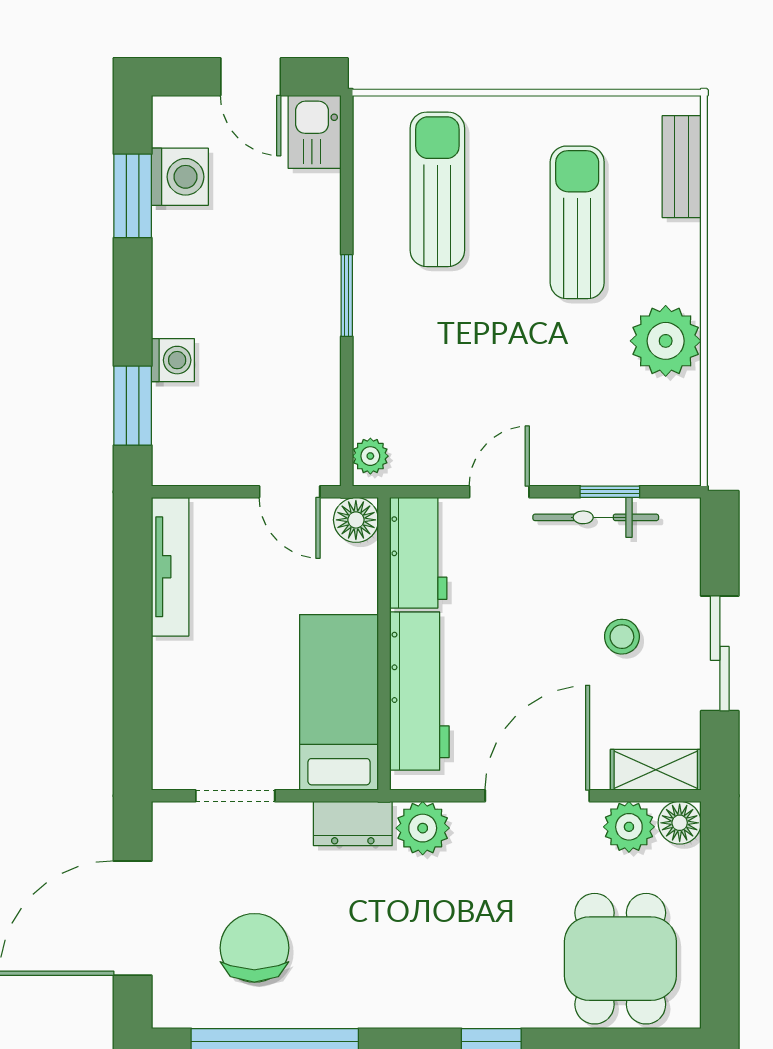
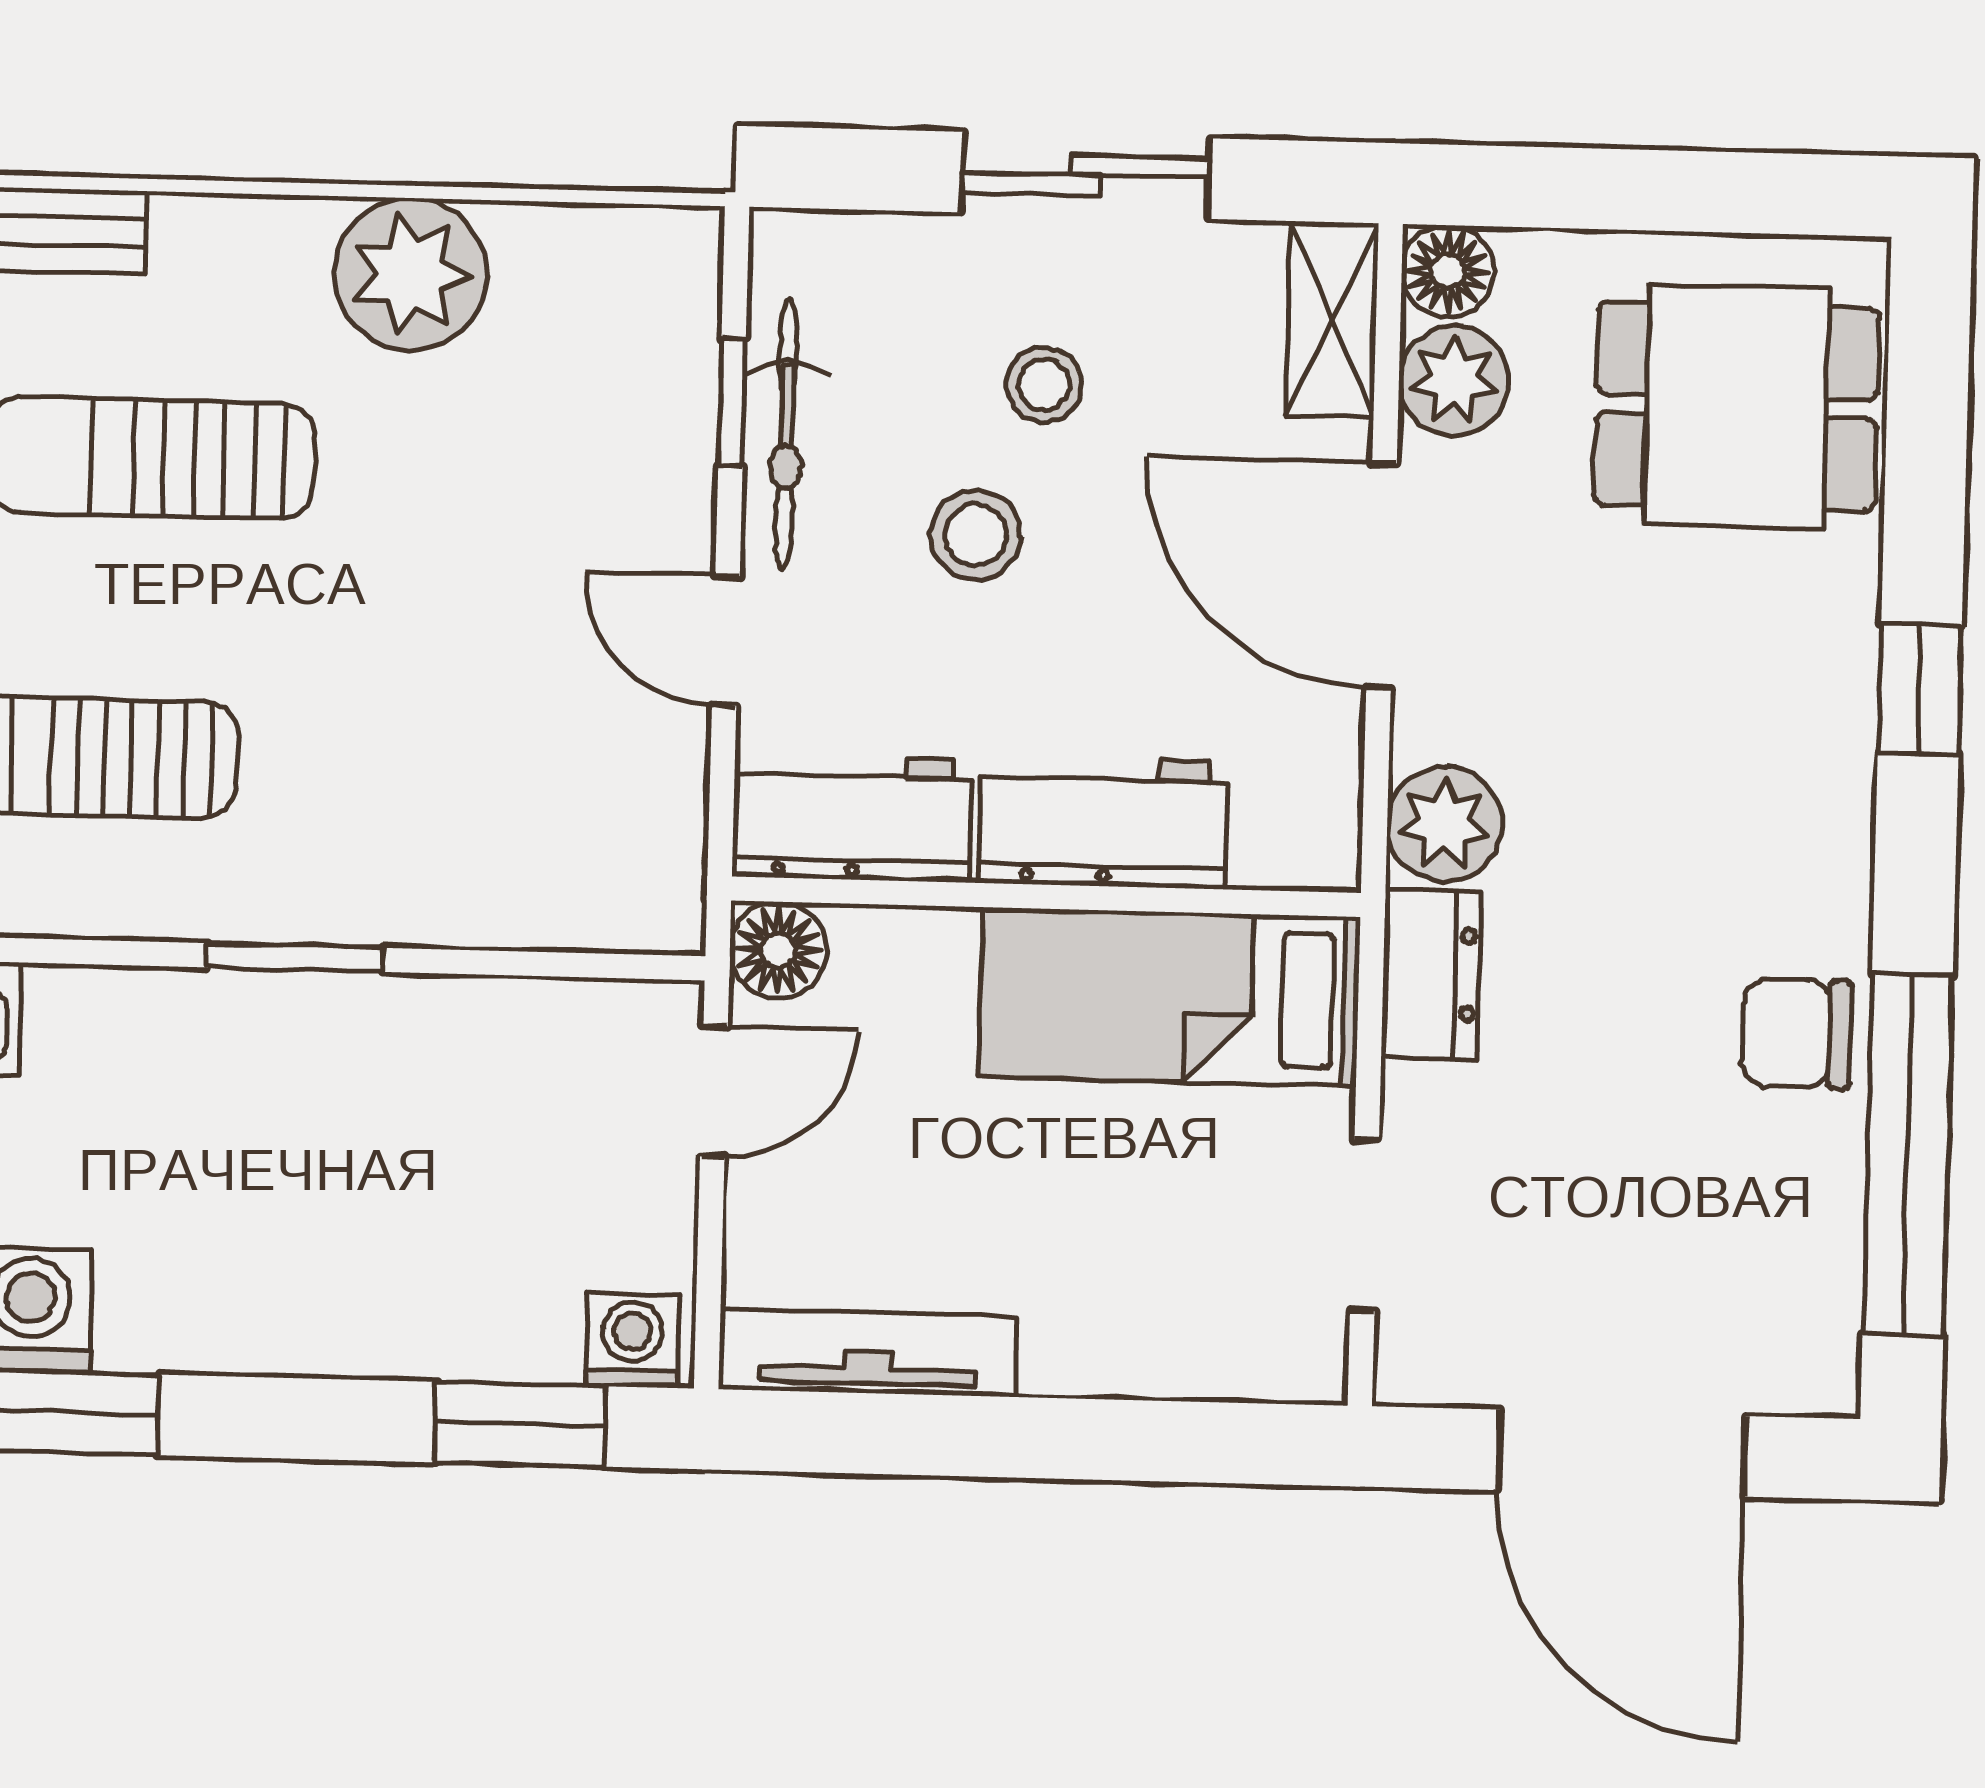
washing machine: (173, 360) -> (632, 1341), moved
plant: (370, 456) -> (641, 916), removed
stool: (551, 607) -> (976, 535), added
workbench: (419, 691) -> (1103, 822), width x0.73
chair: (254, 948) -> (1797, 1033), moved, width x0.73, depth x0.73

